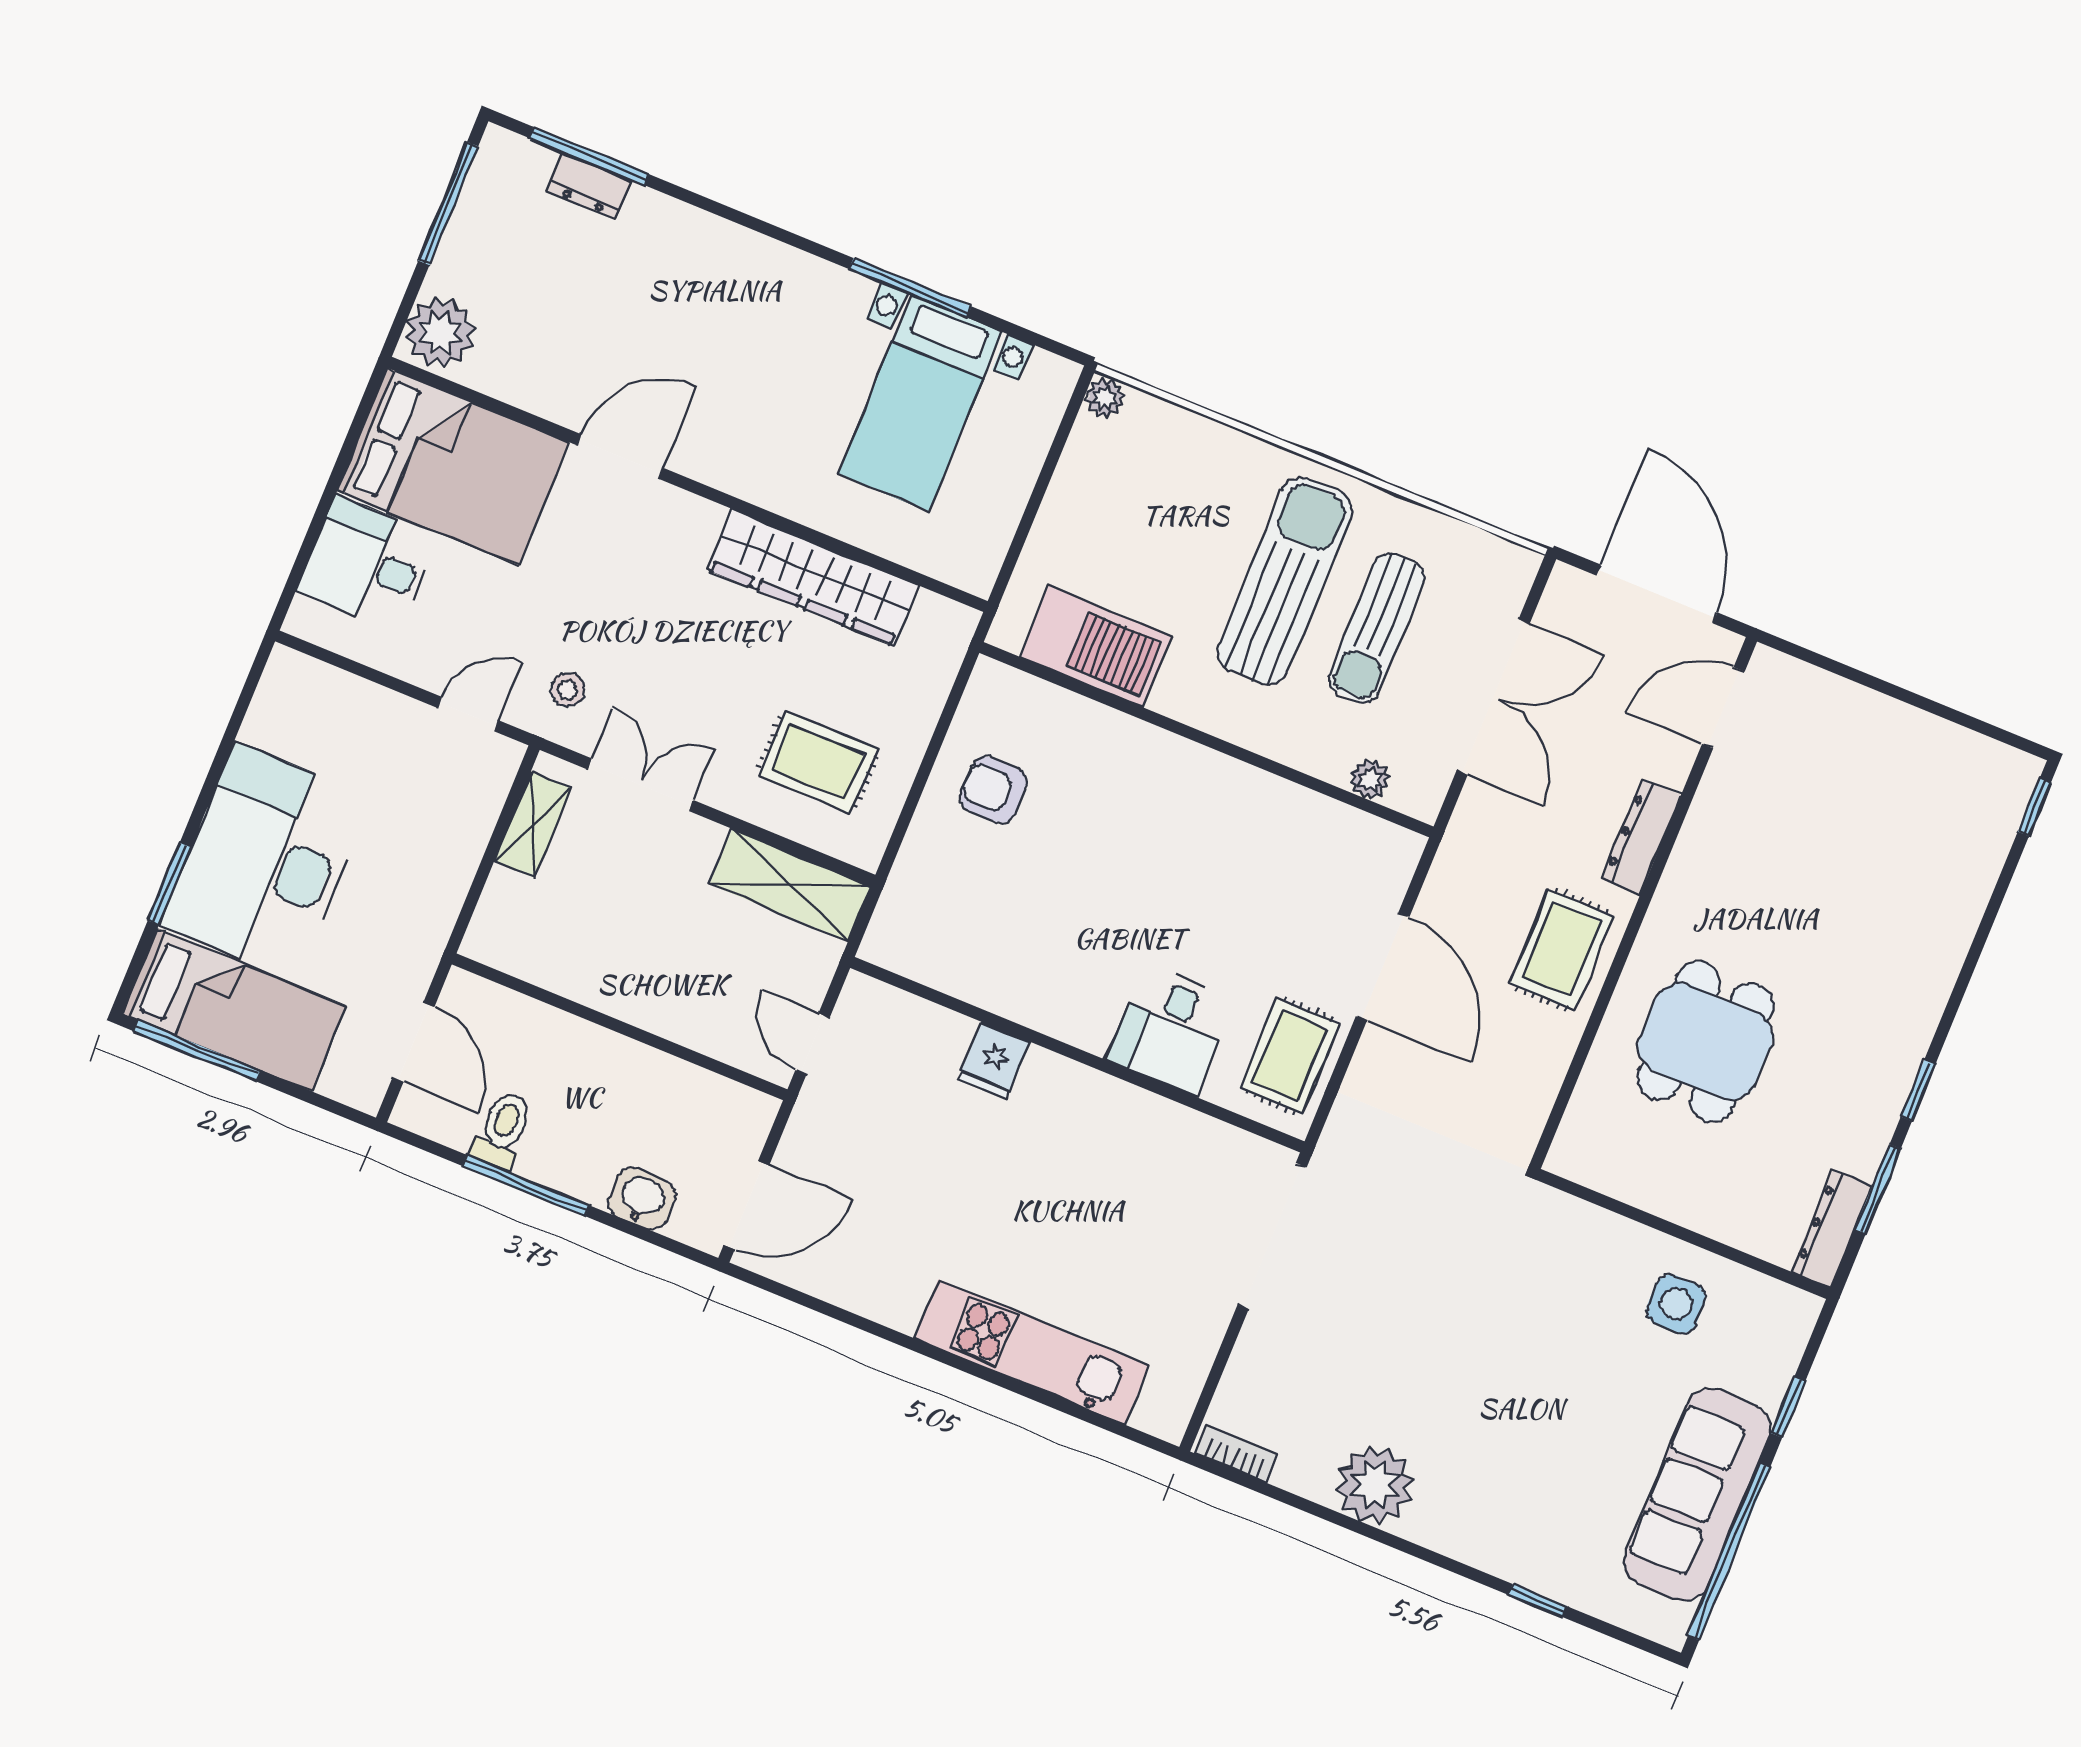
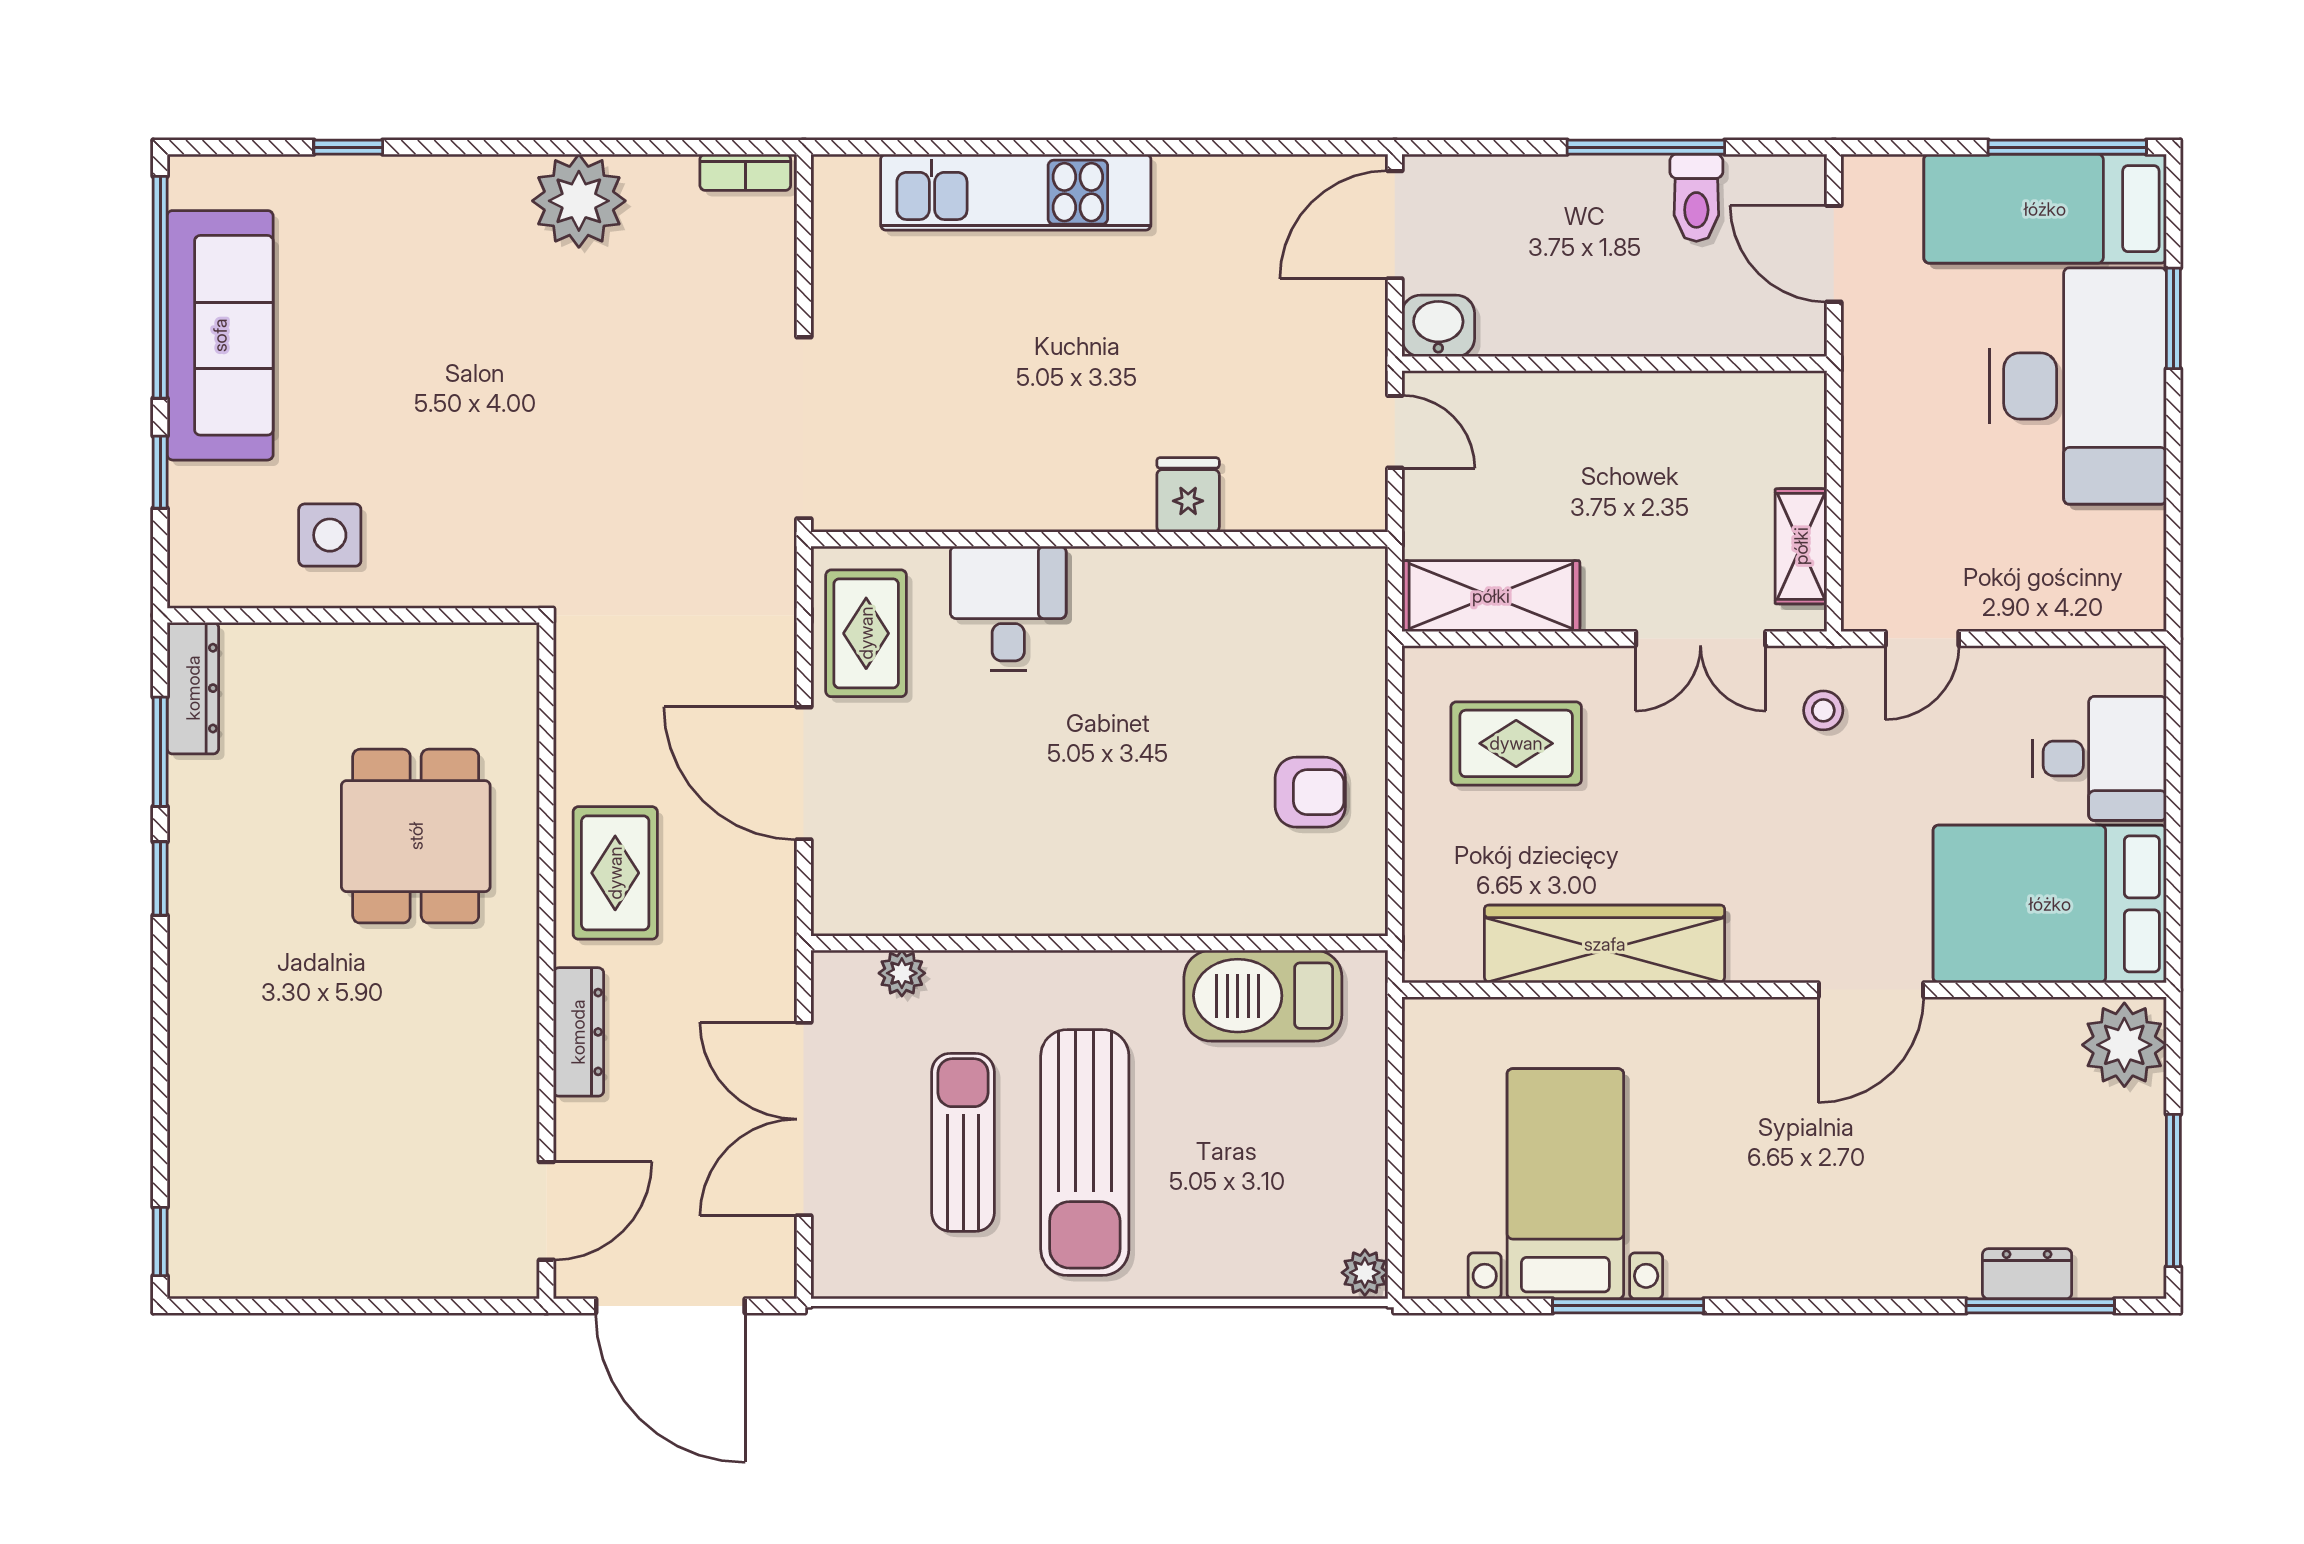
washbasin: (642, 1199) -> (1438, 326), moved, turned 180

